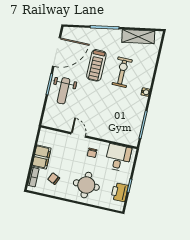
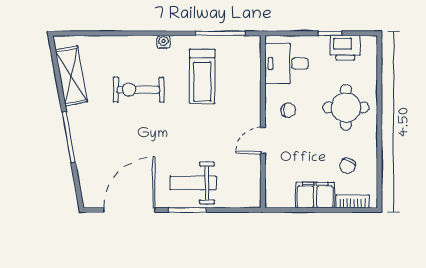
door: (57, 52) -> (129, 210), hinge flipped
treadmill: (96, 65) -> (202, 76), moved, turned 90
weight bench: (64, 91) -> (193, 183), turned 180

